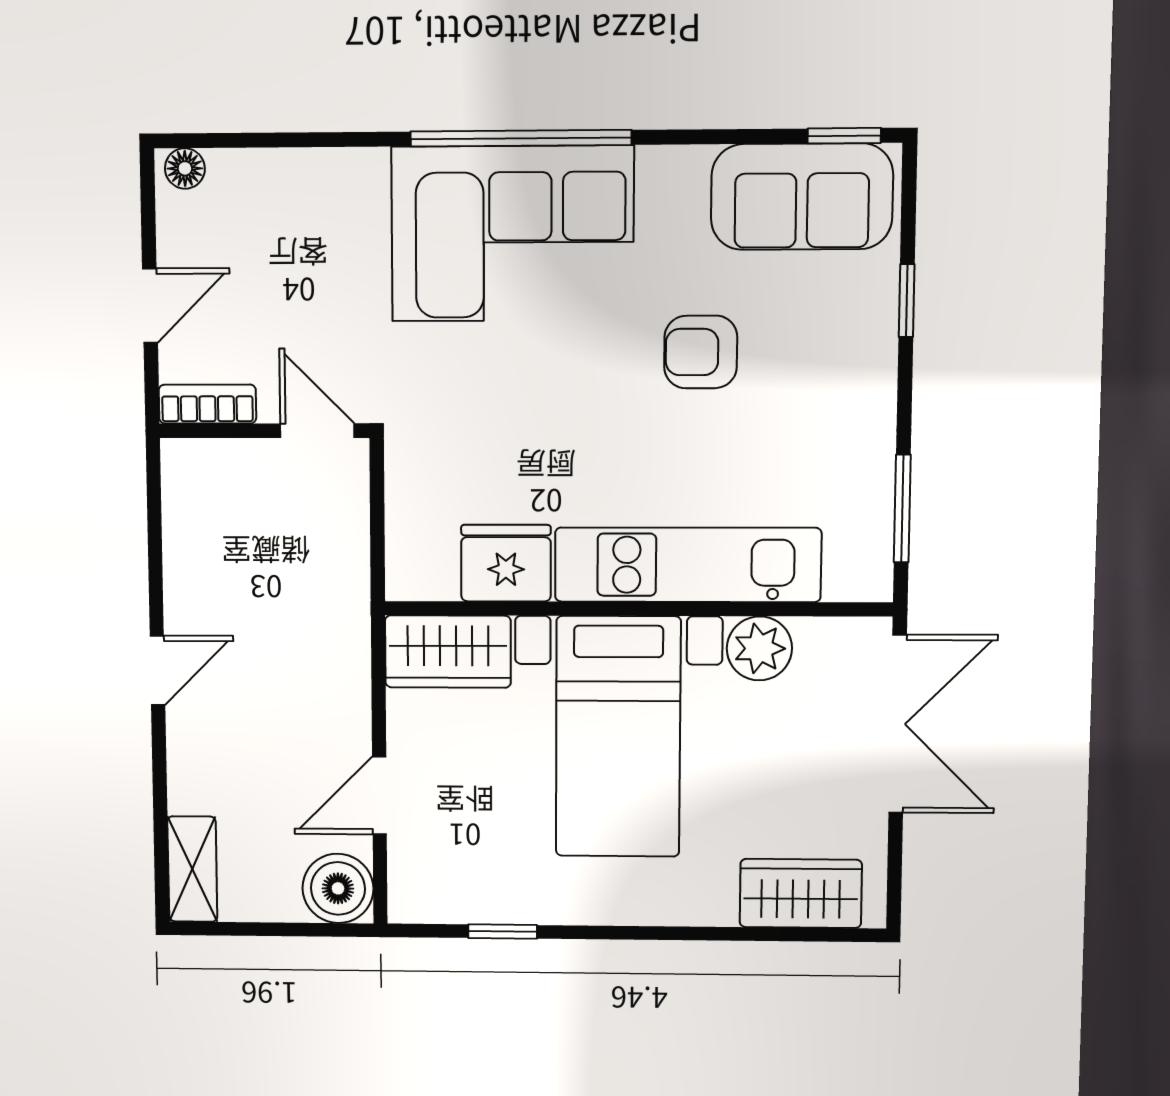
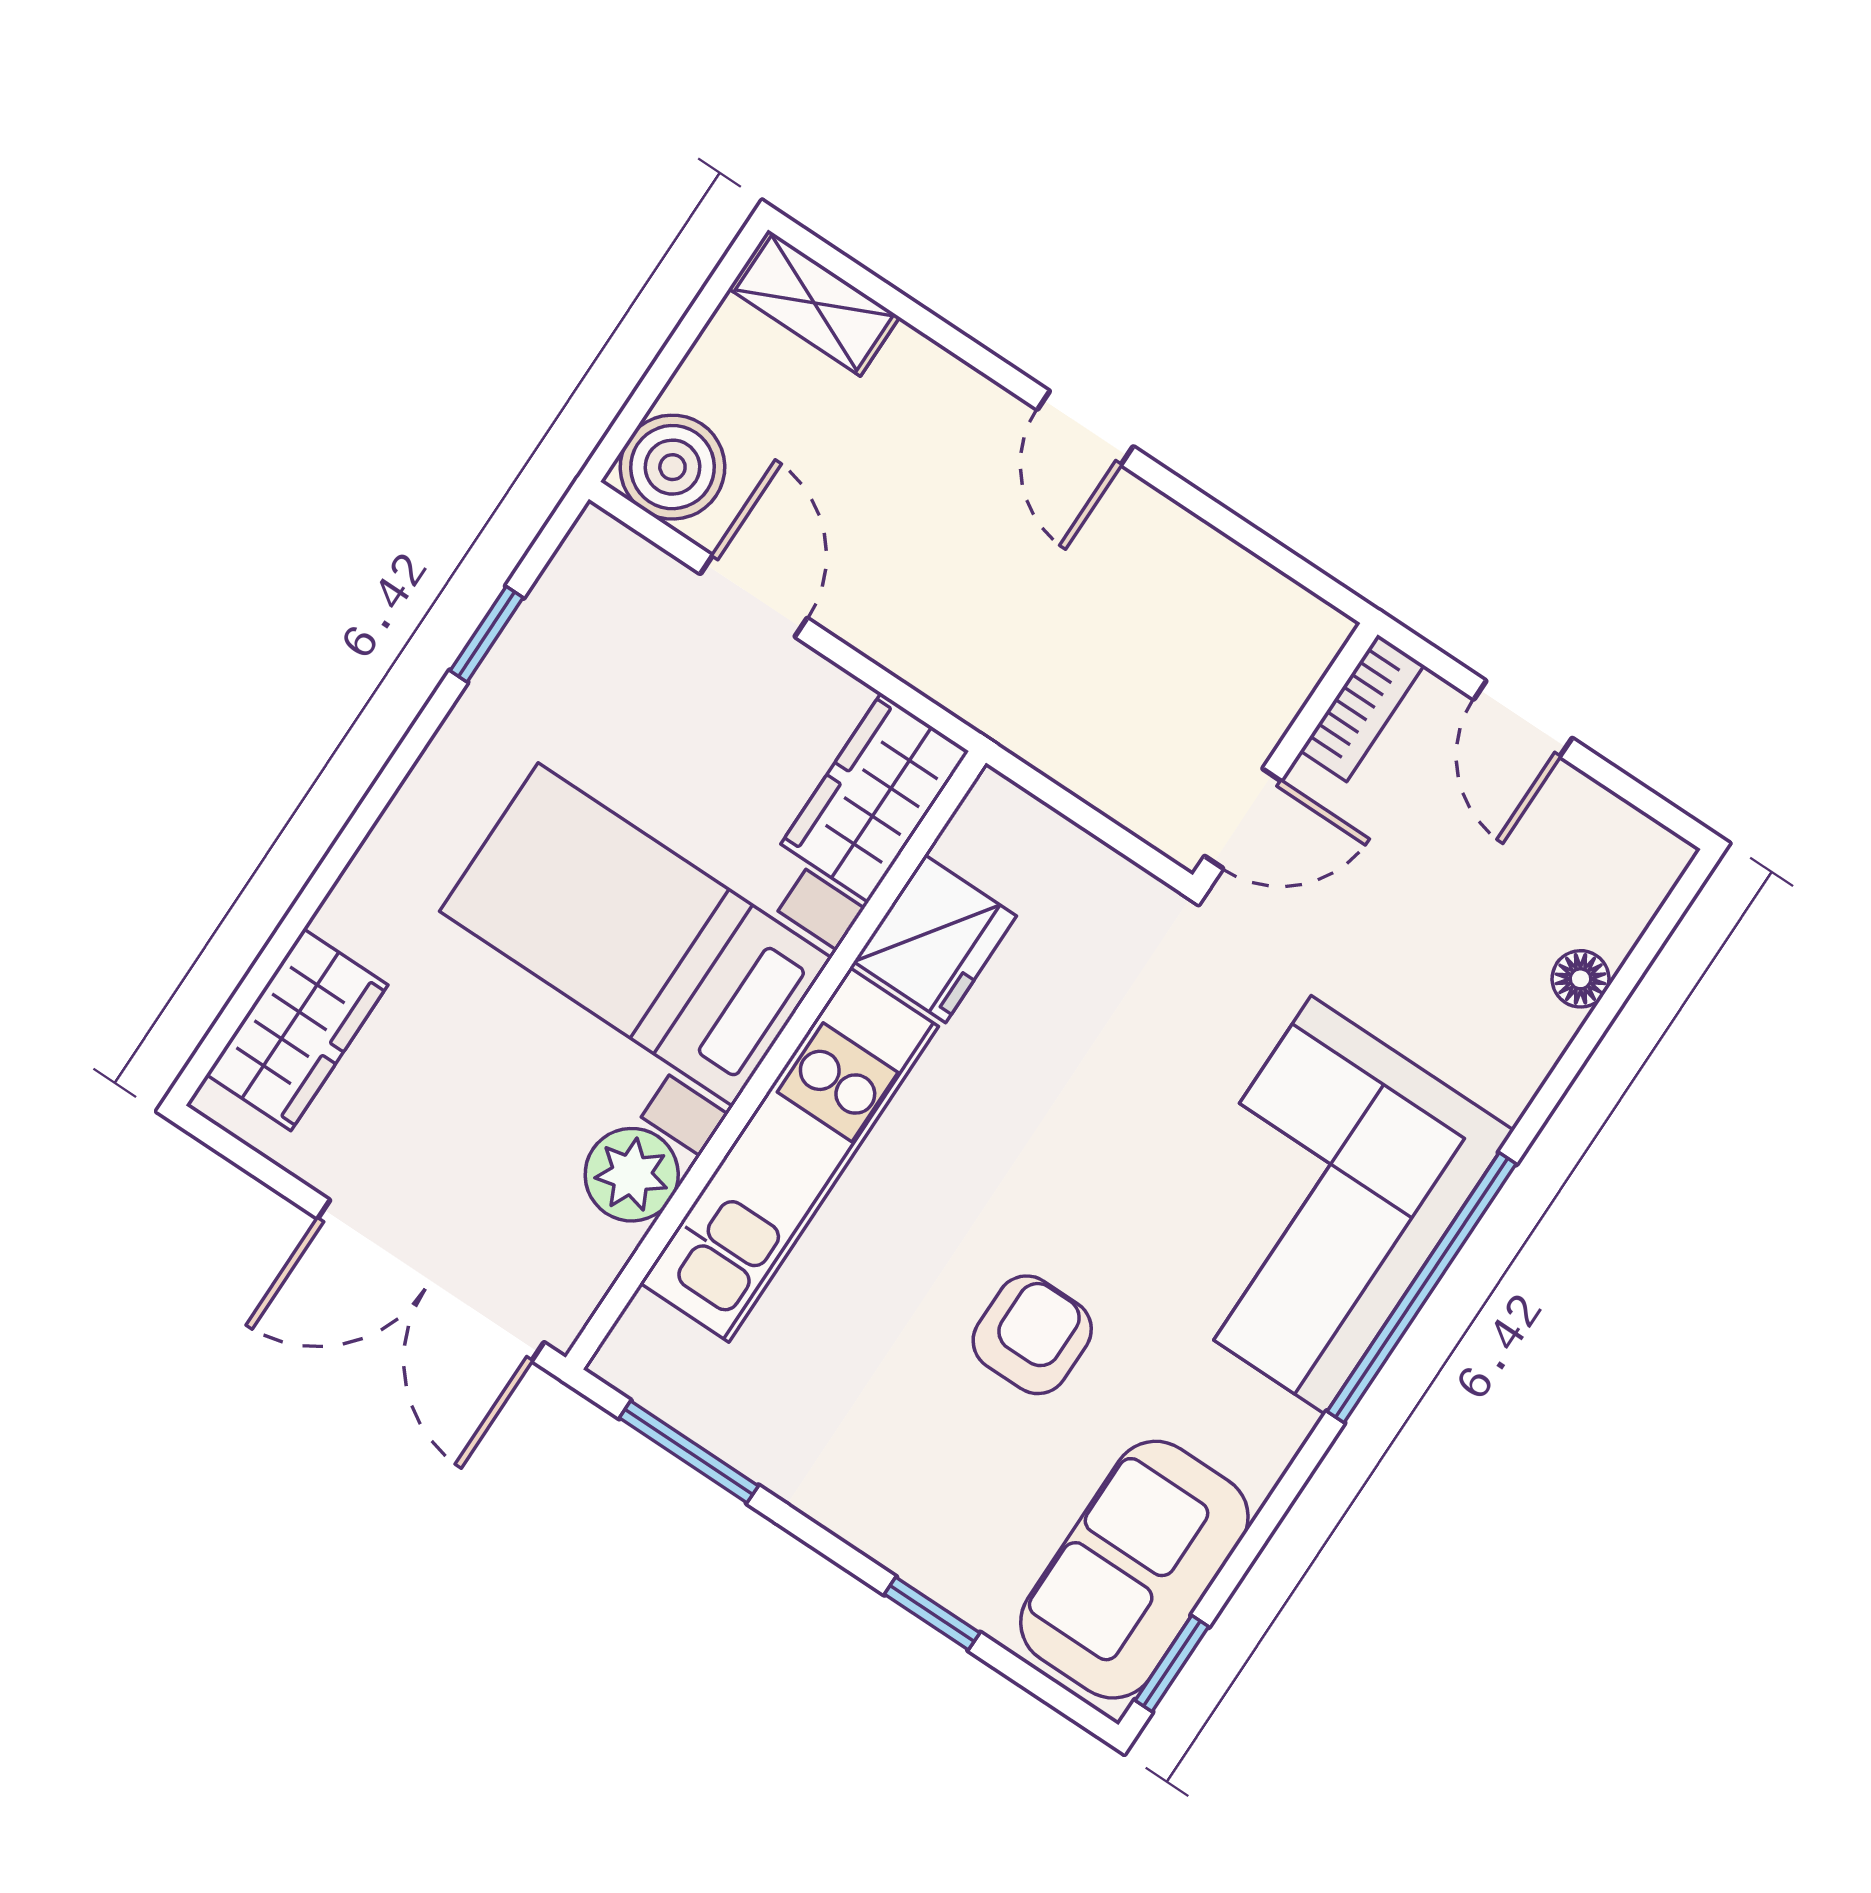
floor lamp: (185, 168) -> (1580, 979), moved

